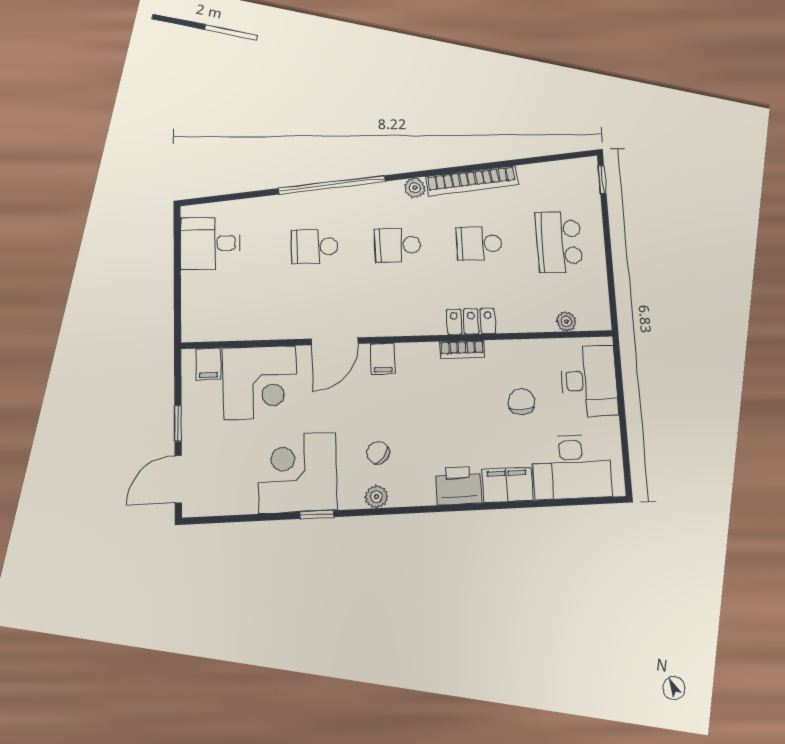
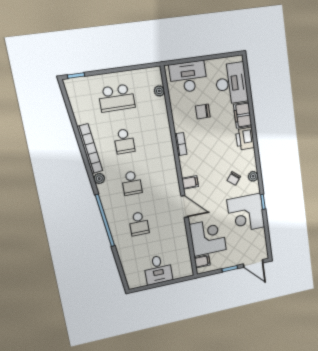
desk: (210, 243) -> (158, 270), moved
locker: (471, 321) -> (166, 141), removed

